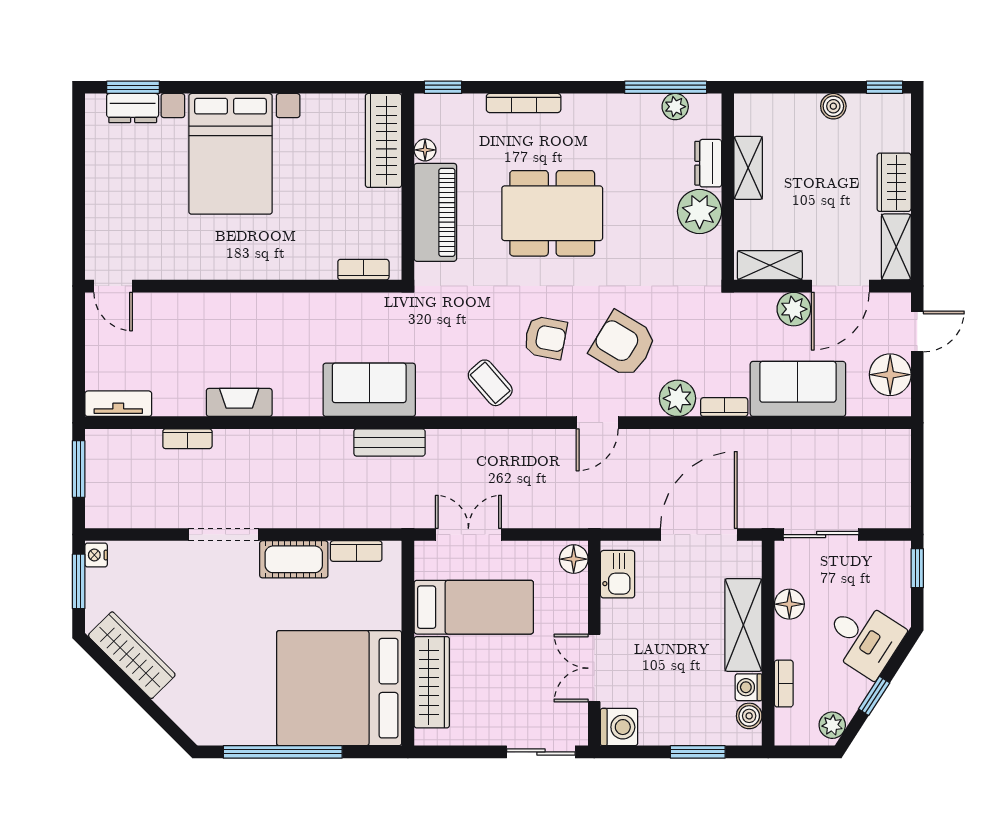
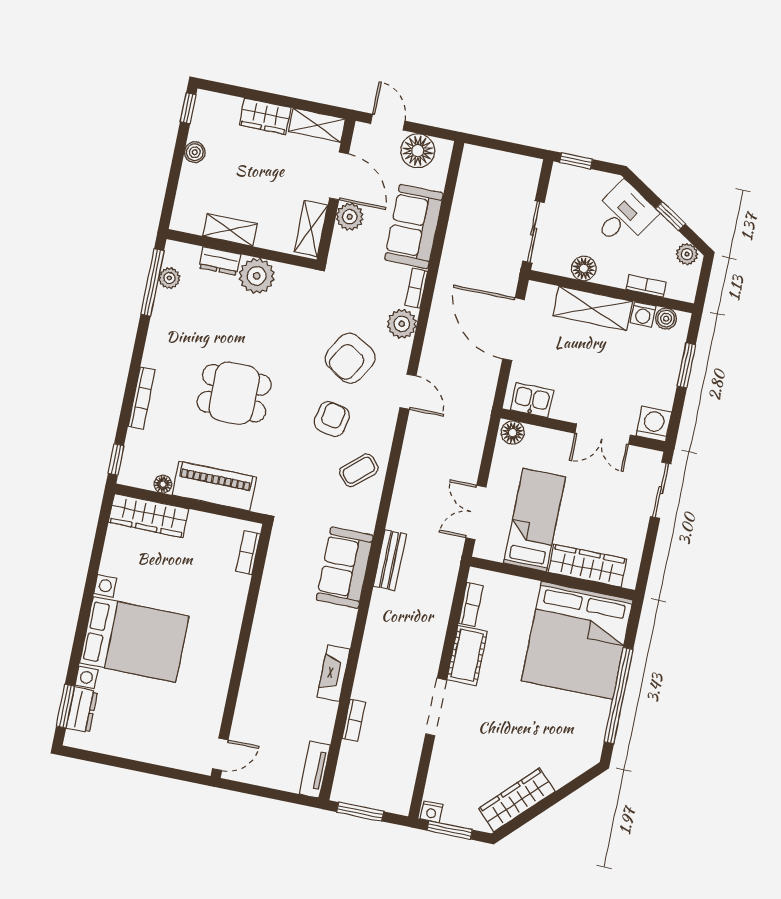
dining table: (552, 213) -> (234, 393), width x0.73

